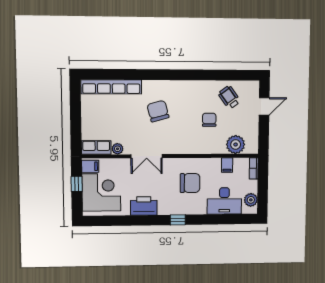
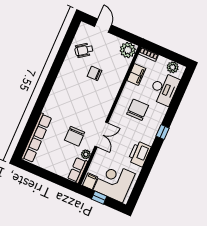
chair: (158, 111) -> (75, 136), moved, turned -75
plant: (236, 145) -> (128, 50), moved
filing cabinet: (227, 165) -> (136, 74), width x2.00

